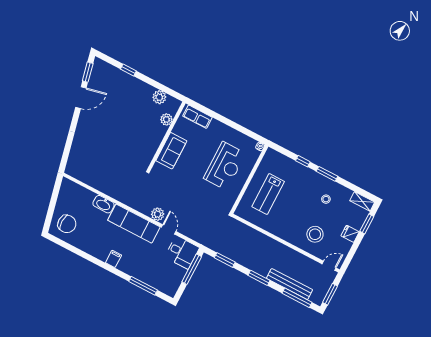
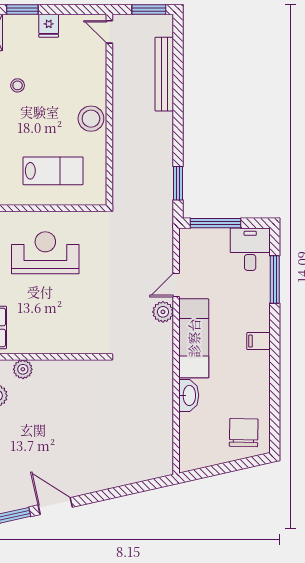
sofa: (171, 151) -> (63, 339), removed
stool: (315, 234) -> (91, 119), moved
desk: (182, 252) -> (250, 249), moved
window: (259, 278) -> (178, 122), removed
window: (297, 298) -> (178, 54), removed

